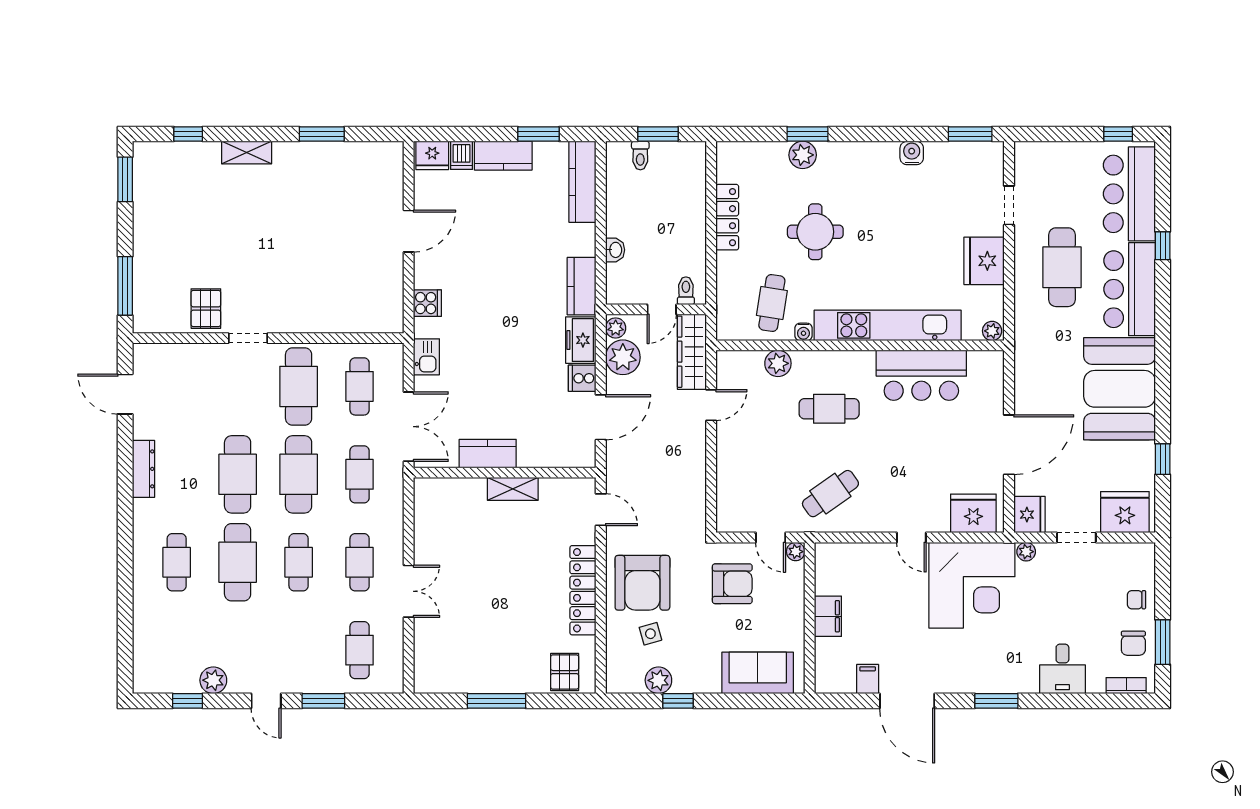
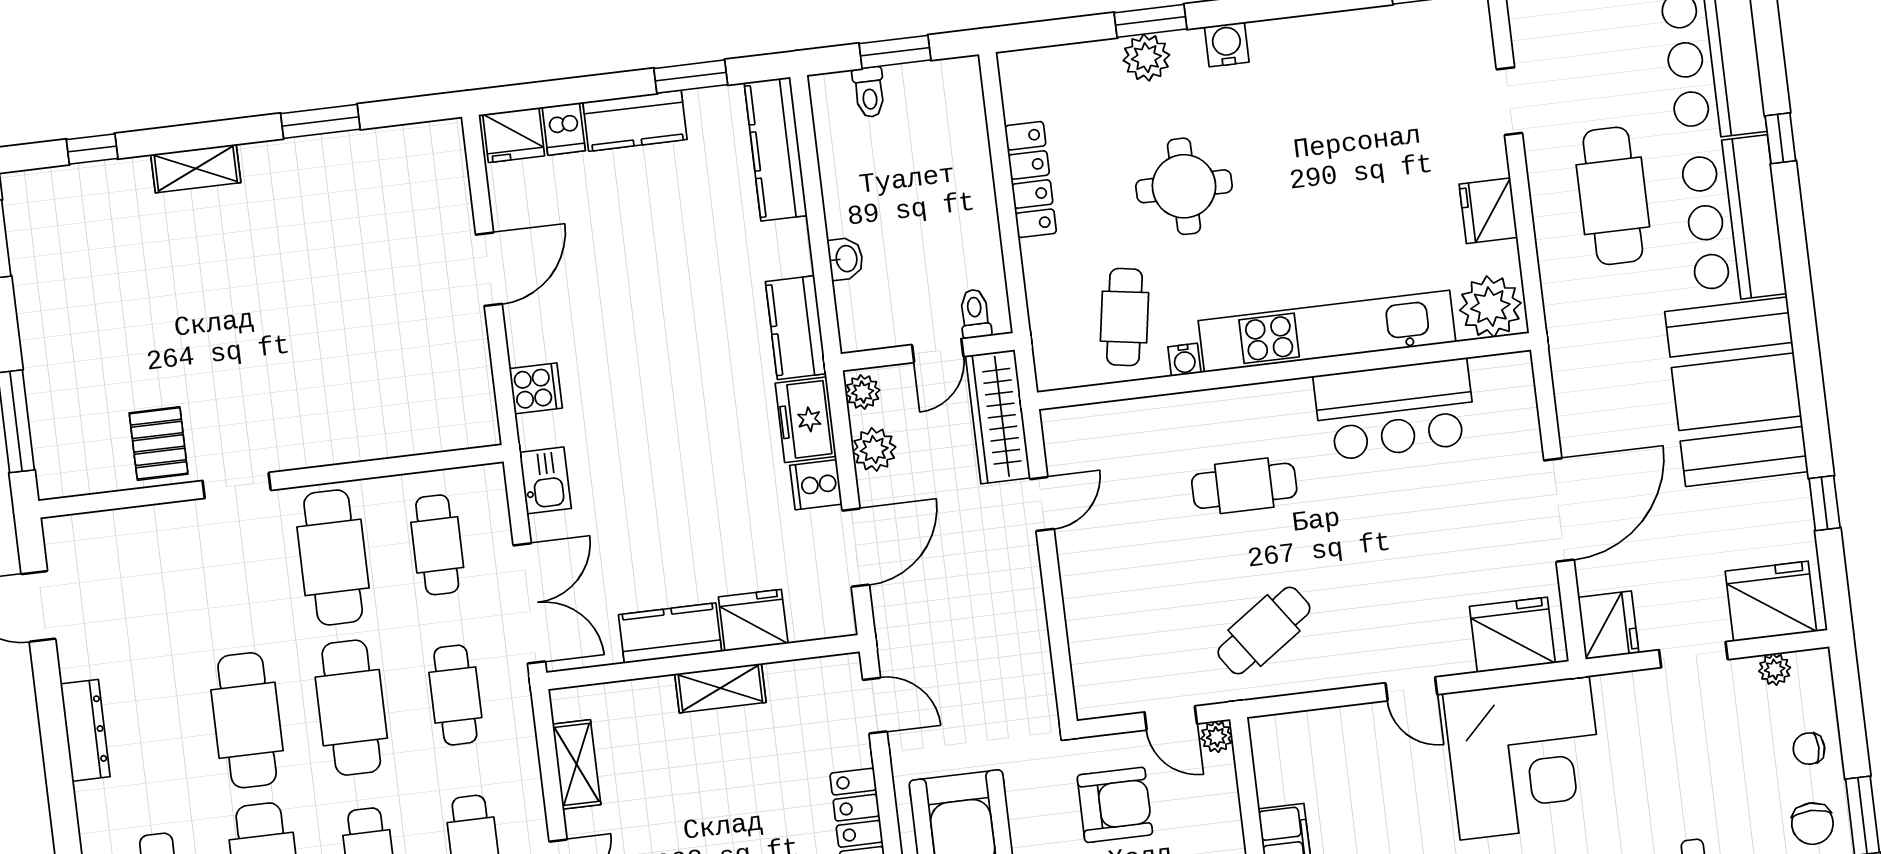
water cooler: (912, 153) -> (1227, 45), moved
fridge: (984, 261) -> (1488, 211), width x0.73, depth x0.75
plant: (992, 331) -> (1490, 307), width x1.88, depth x1.88
plant: (623, 357) -> (874, 449), width x0.73, depth x0.73
plant: (778, 363) -> (1147, 419), removed
fridge: (537, 452) -> (753, 620), added
shelving: (425, 523) -> (577, 764), added
plant: (1026, 552) -> (1775, 669), moved

